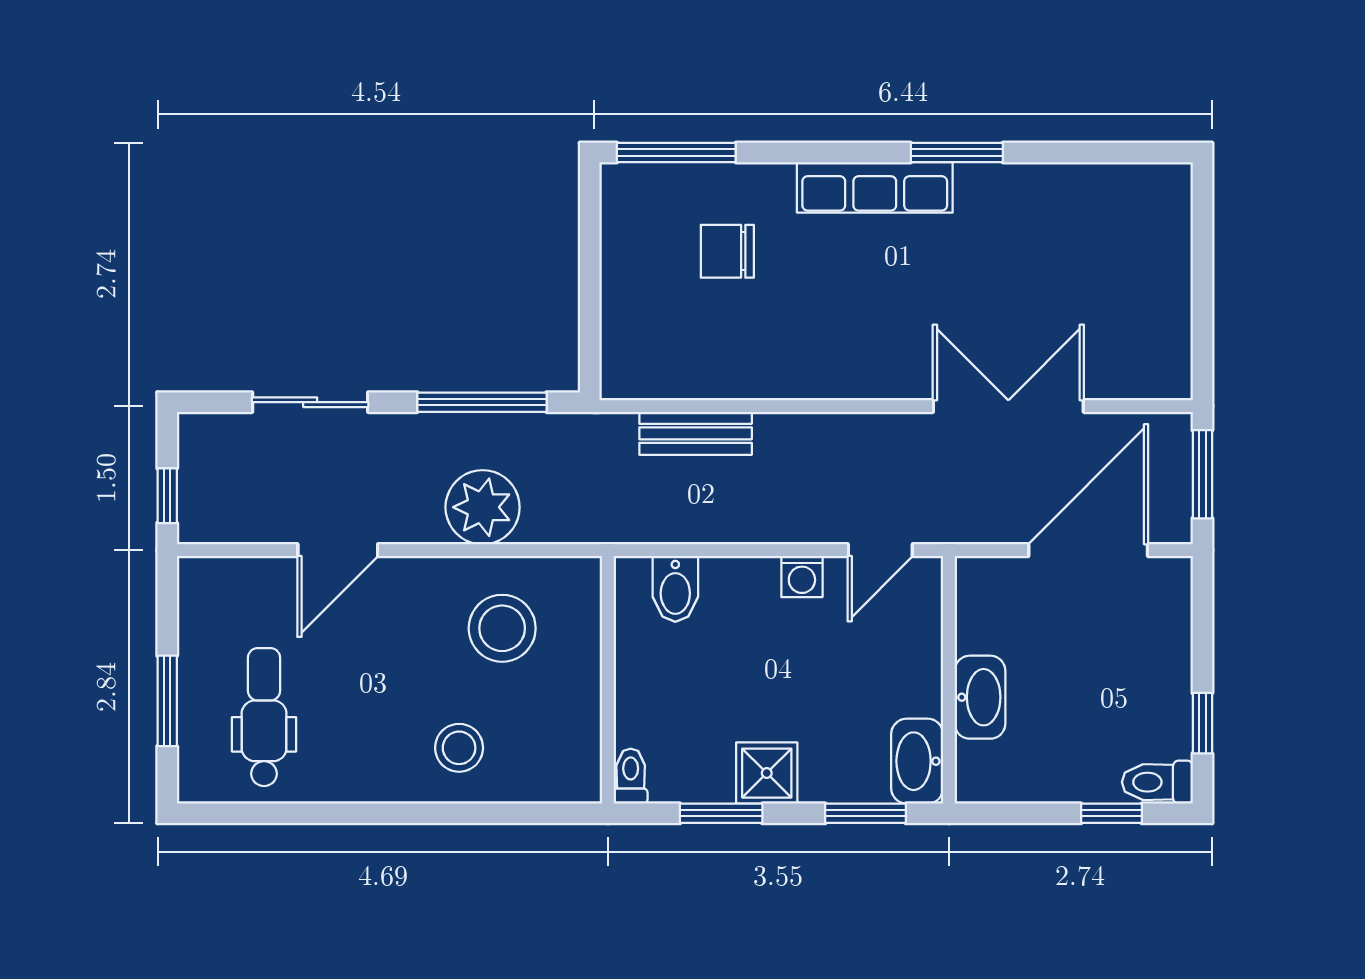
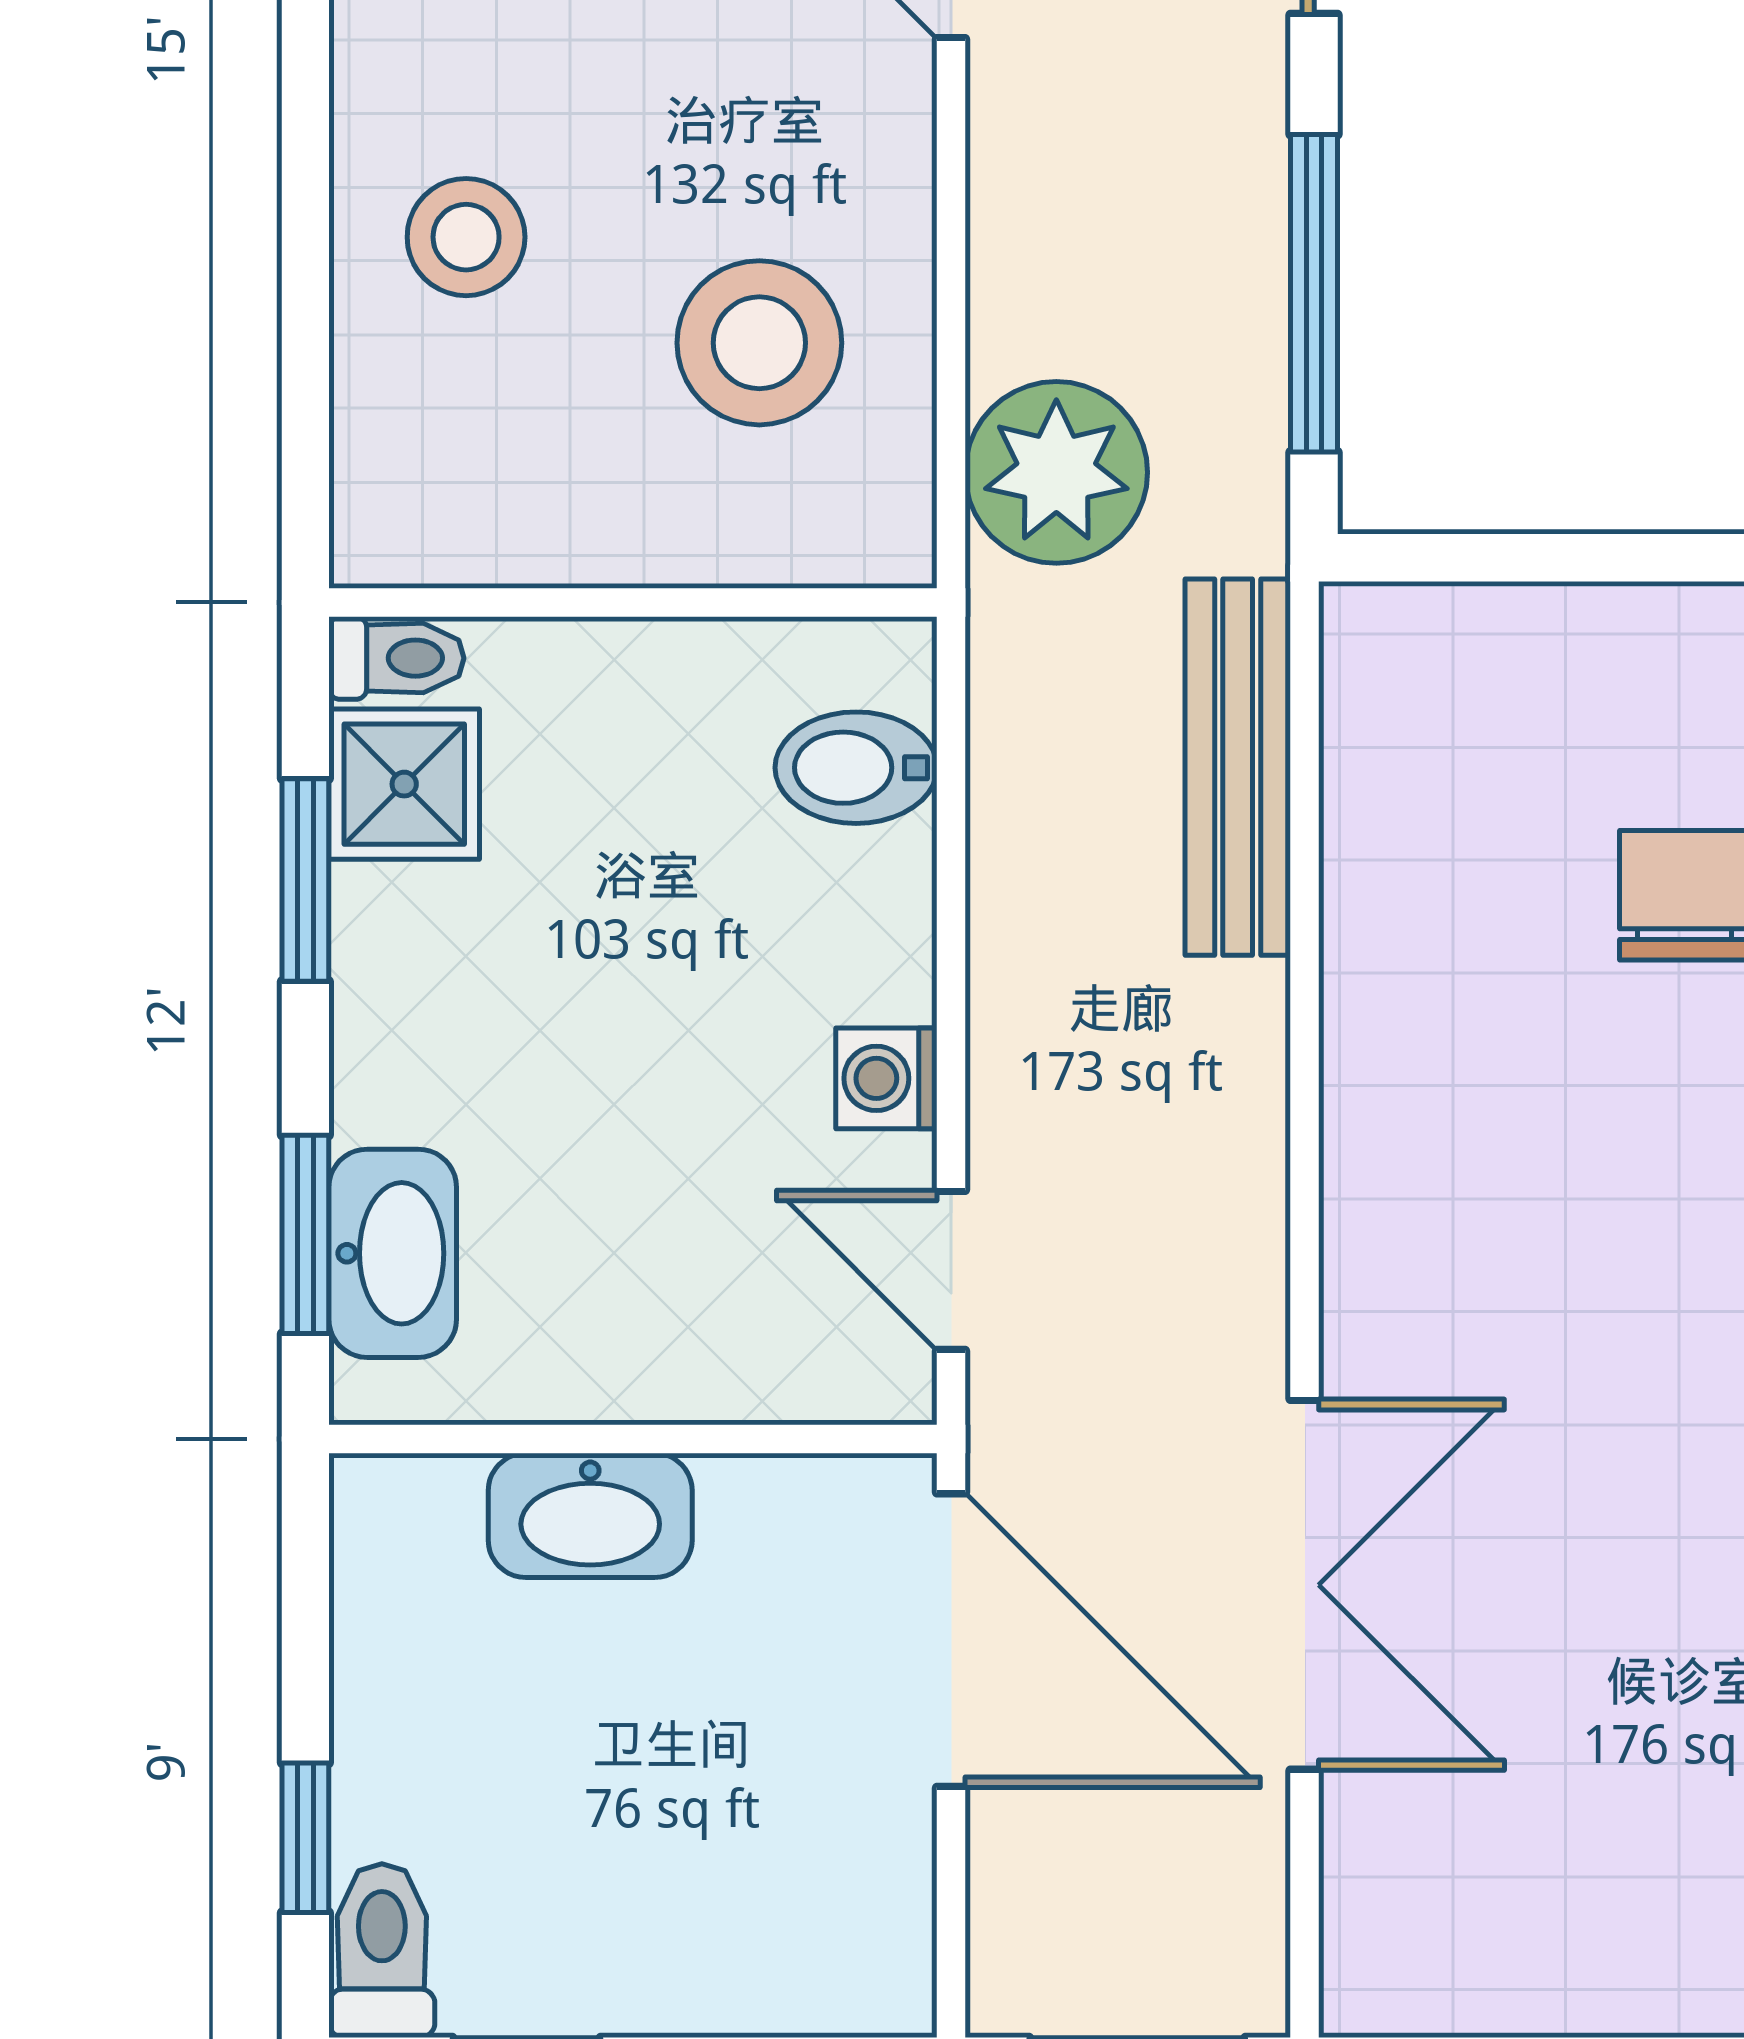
bench: (696, 433) -> (1238, 767), width x1.36
plant: (483, 507) -> (1056, 472), moved
door: (1088, 550) -> (951, 1640), moved
washbasin: (917, 761) -> (393, 1253), moved, turned 90
shower: (767, 773) -> (404, 784), moved

